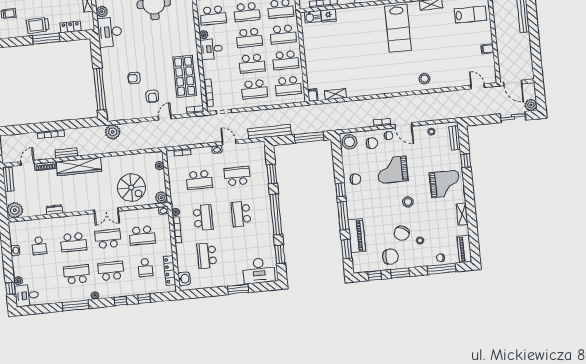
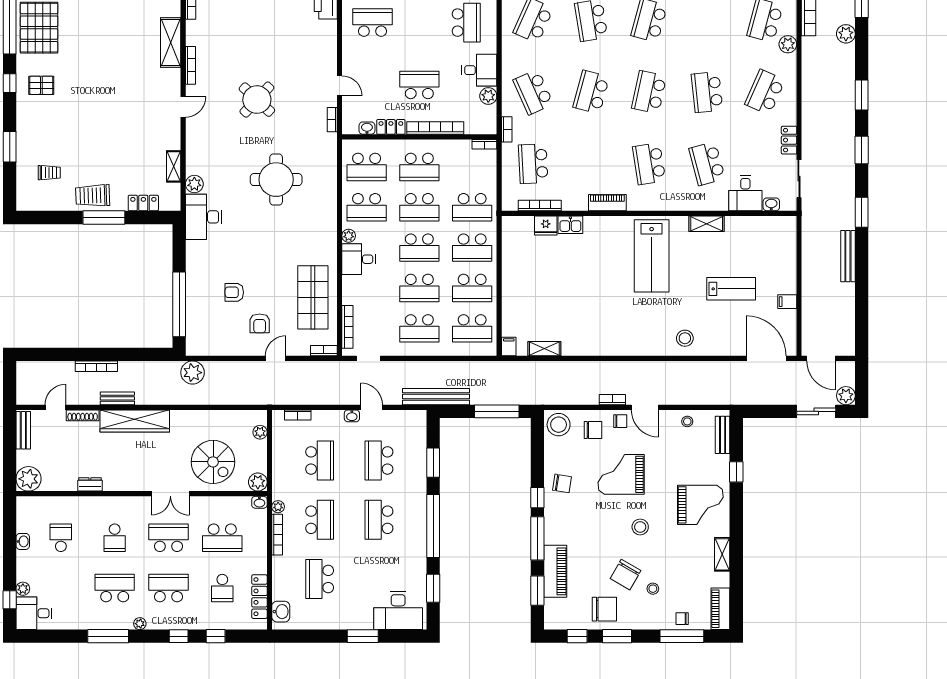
lab bench: (471, 15) -> (731, 289), moved
kitchen sink: (313, 17) -> (570, 225), moved
door: (478, 86) -> (766, 358), width x1.88
school desk: (237, 176) -> (379, 460), turned -90
school desk: (199, 180) -> (320, 460), turned -90
school desk: (73, 242) -> (115, 538), width x0.54
school desk: (39, 246) -> (61, 538), turned 180

